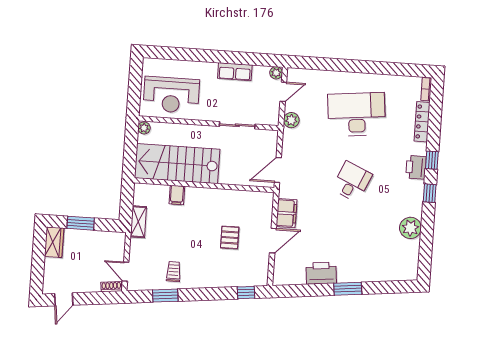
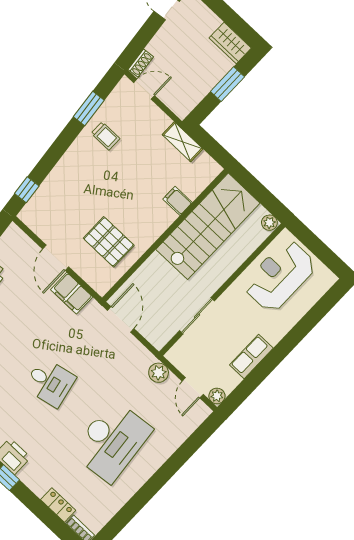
locker: (422, 122) -> (58, 505), width x0.66
desk: (352, 182) -> (50, 382), turned -36
pallet: (230, 238) -> (109, 242), moved, width x1.50, depth x1.42

